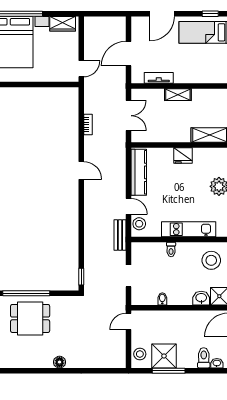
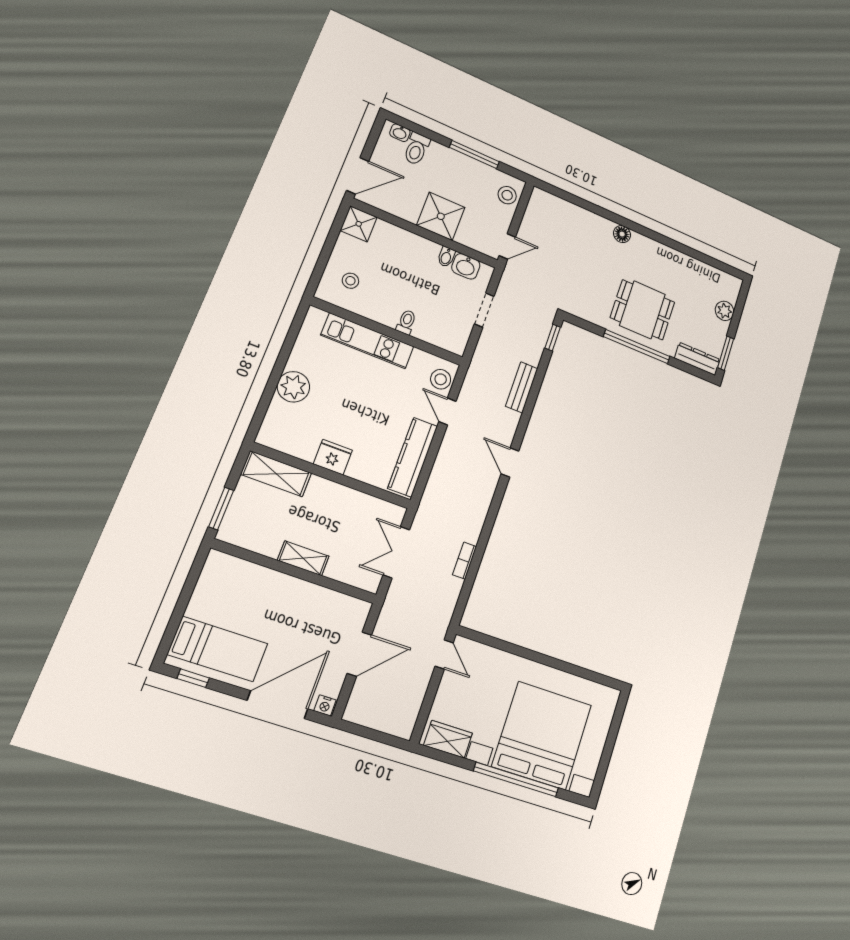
door: (162, 14) -> (278, 705), width x1.36
nightstand: (137, 21) -> (325, 705), added
door: (81, 69) -> (444, 654), swing flipped
tv unit: (159, 78) -> (324, 597), removed
door: (81, 171) -> (510, 462), moved
bench: (120, 235) -> (522, 387), moved
stool: (211, 260) -> (350, 281), width x0.53, depth x0.53
washbasin: (201, 298) -> (466, 266), moved
shower: (164, 356) -> (441, 216), moved

